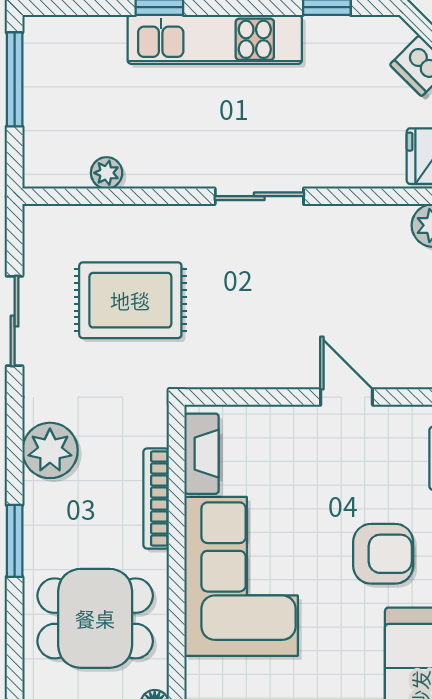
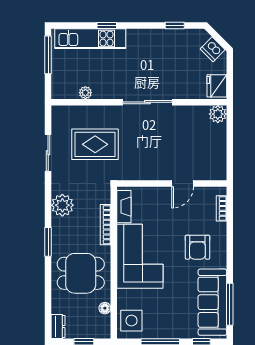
kitchen unit: (215, 39) -> (90, 39), moved
sliding door: (259, 196) -> (147, 102), width x1.37
door: (347, 397) -> (183, 184), swing flipped
armchair: (383, 554) -> (197, 247), turned 90

